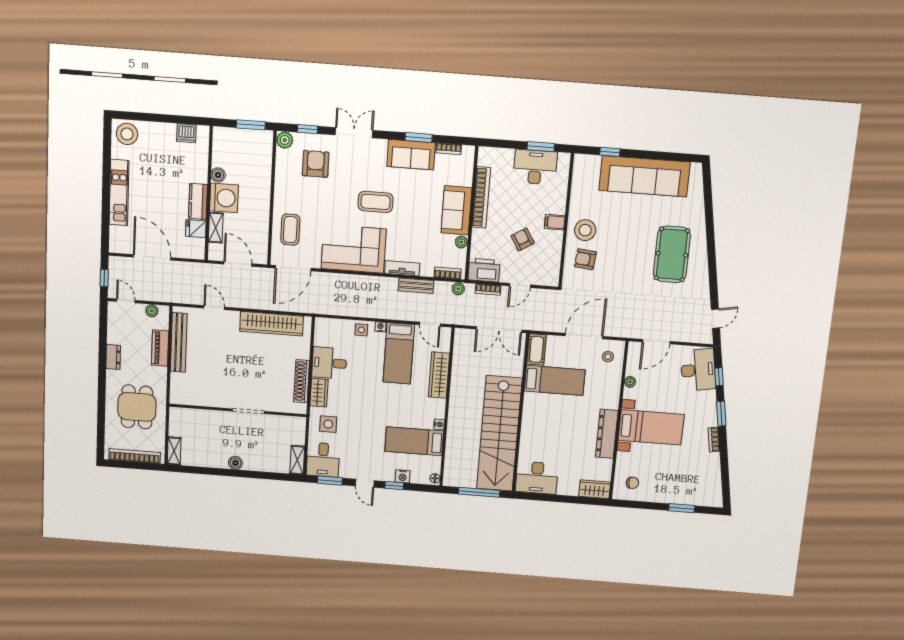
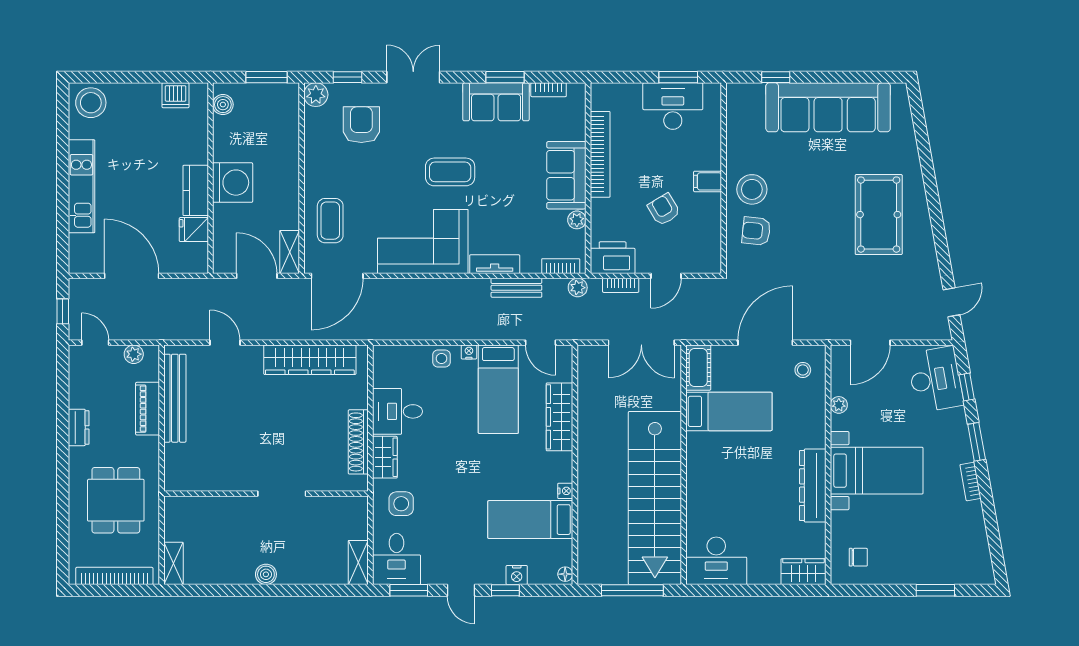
boiler: (218, 175) -> (223, 105), moved
shelving: (216, 228) -> (290, 252), moved

